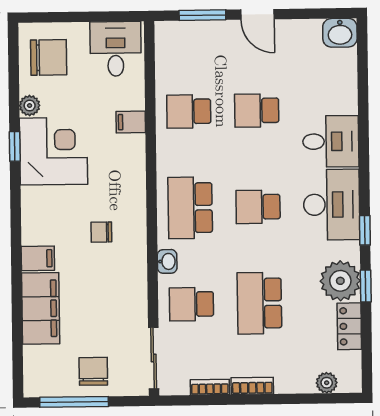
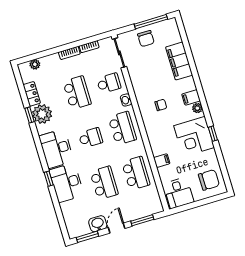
door: (257, 14) -> (117, 228), hinge flipped
window: (320, 14) -> (87, 237), added
washbasin: (340, 33) -> (98, 224), moved
chair: (49, 57) -> (209, 180), turned 180
plant: (30, 106) -> (197, 108), moved
school desk: (257, 110) -> (104, 183), width x1.85
school desk: (189, 111) -> (136, 173), width x1.85
desk: (331, 141) -> (67, 183), width x1.37
window: (365, 230) -> (49, 179), moved
filing cabinet: (38, 258) -> (191, 97), moved

